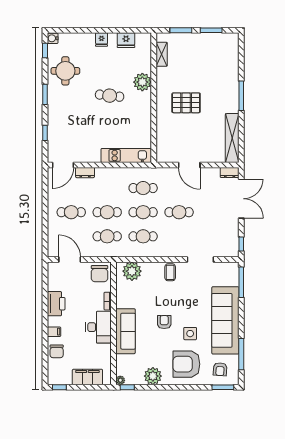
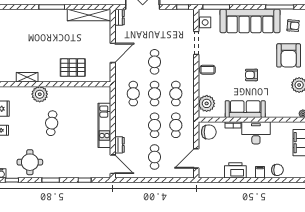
shelving: (162, 54) -> (27, 77), moved
pallet: (186, 103) -> (73, 68), moved, turned 90
kitchen unit: (126, 155) -> (104, 125), moved
sofa: (126, 331) -> (245, 109), moved
side table: (190, 334) -> (205, 22), moved

